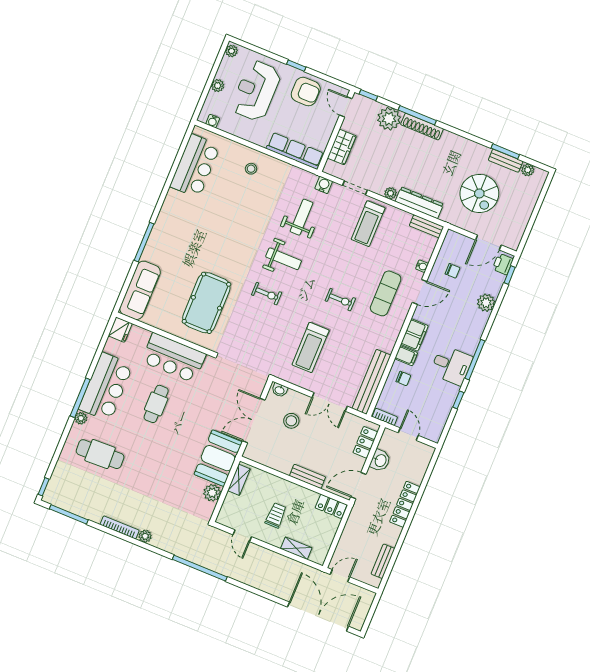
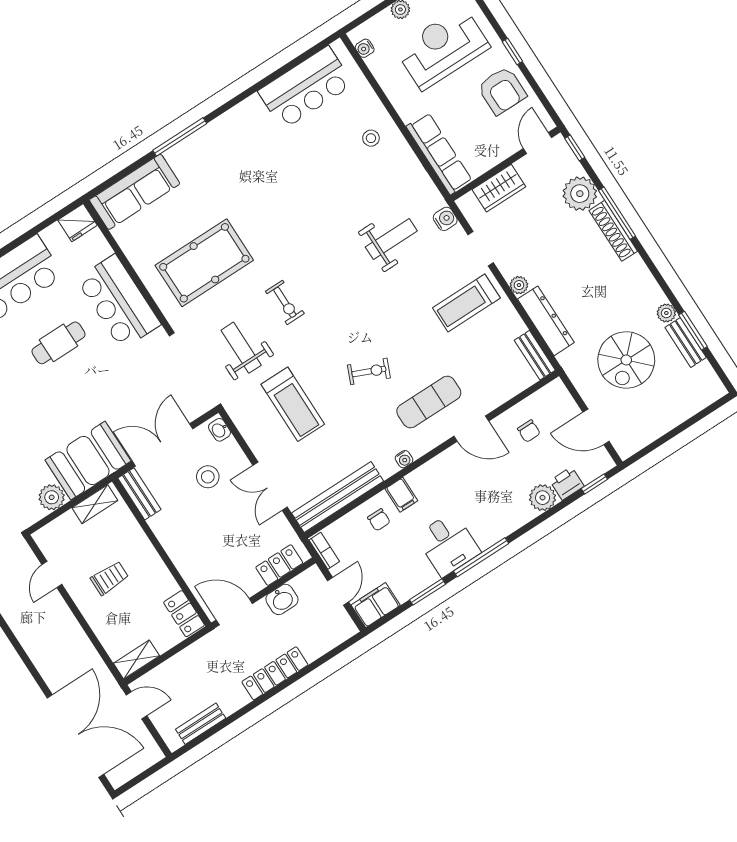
plant: (528, 170) -> (666, 313), moved
weight bench: (284, 259) -> (241, 348), moved, turned 180
printer: (503, 264) -> (567, 483), moved
water cooler: (422, 266) -> (404, 459), moved
exercise bike: (340, 300) -> (369, 371), turned -67
filing cabinet: (414, 335) -> (376, 605), moved, turned 180
treadmill: (311, 347) -> (293, 404), turned -90
window: (458, 400) -> (428, 592), width x1.50
bench: (307, 476) -> (139, 494), moved
shelving: (296, 548) -> (136, 659), moved, turned 90

